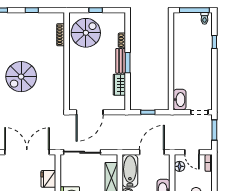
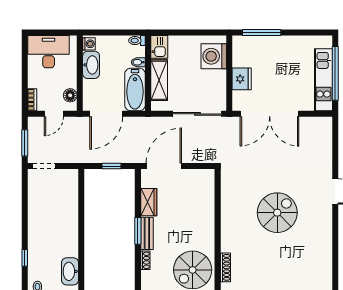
washbasin: (180, 100) -> (70, 271), moved
door: (90, 112) -> (164, 166), moved
door: (192, 152) -> (54, 114), swing flipped

